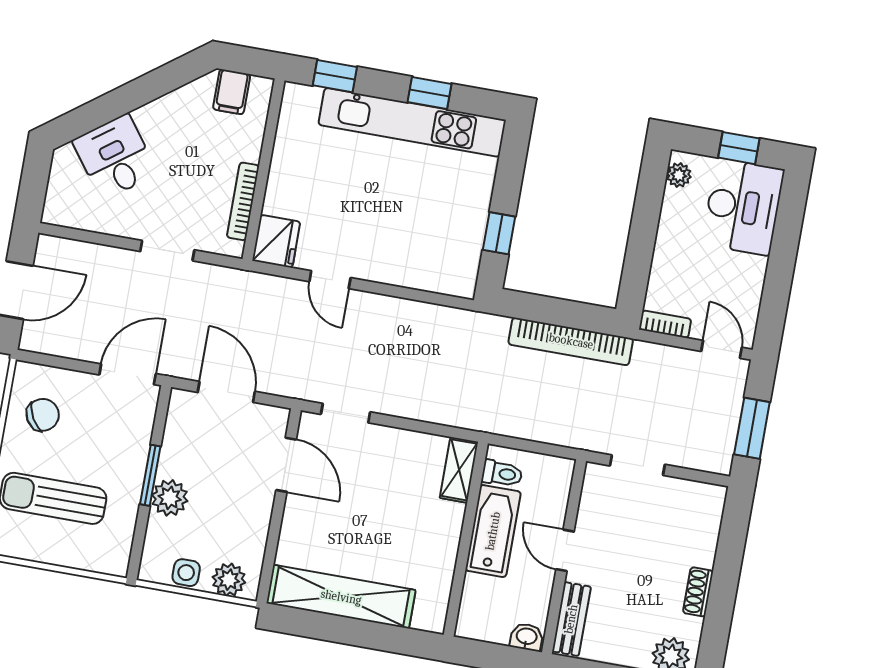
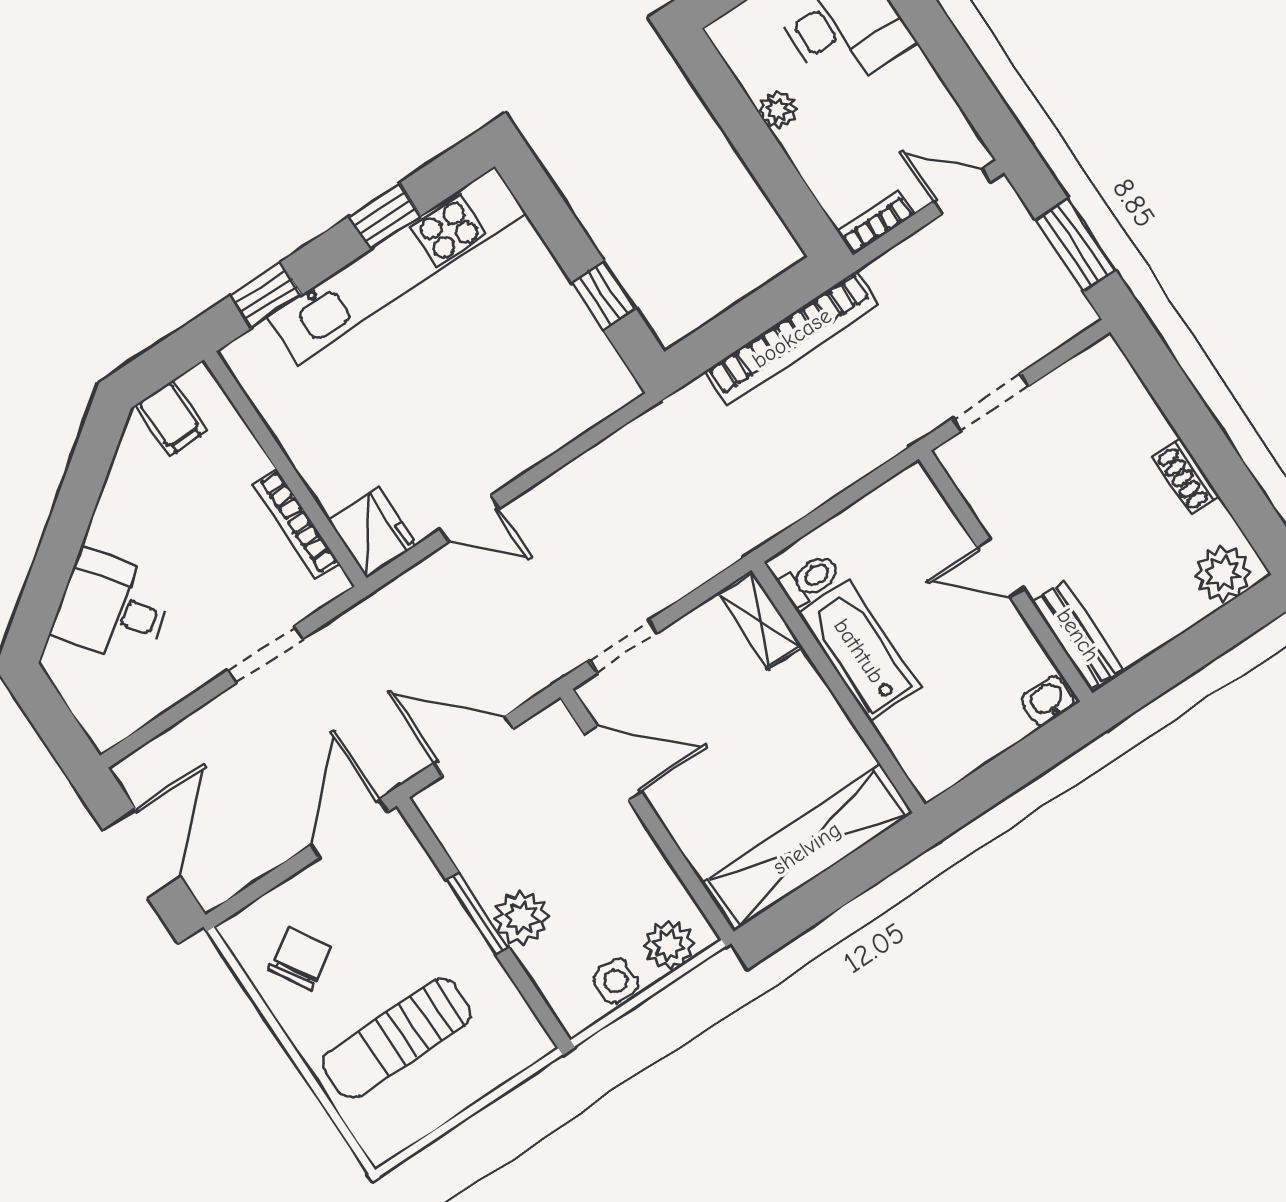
plant: (679, 175) -> (778, 110), moved
shelving: (459, 470) -> (760, 620), moved
toilet: (502, 474) -> (810, 580), moved
bathtub: (493, 531) -> (859, 651), moved
wall: (466, 539) -> (838, 687), moved

